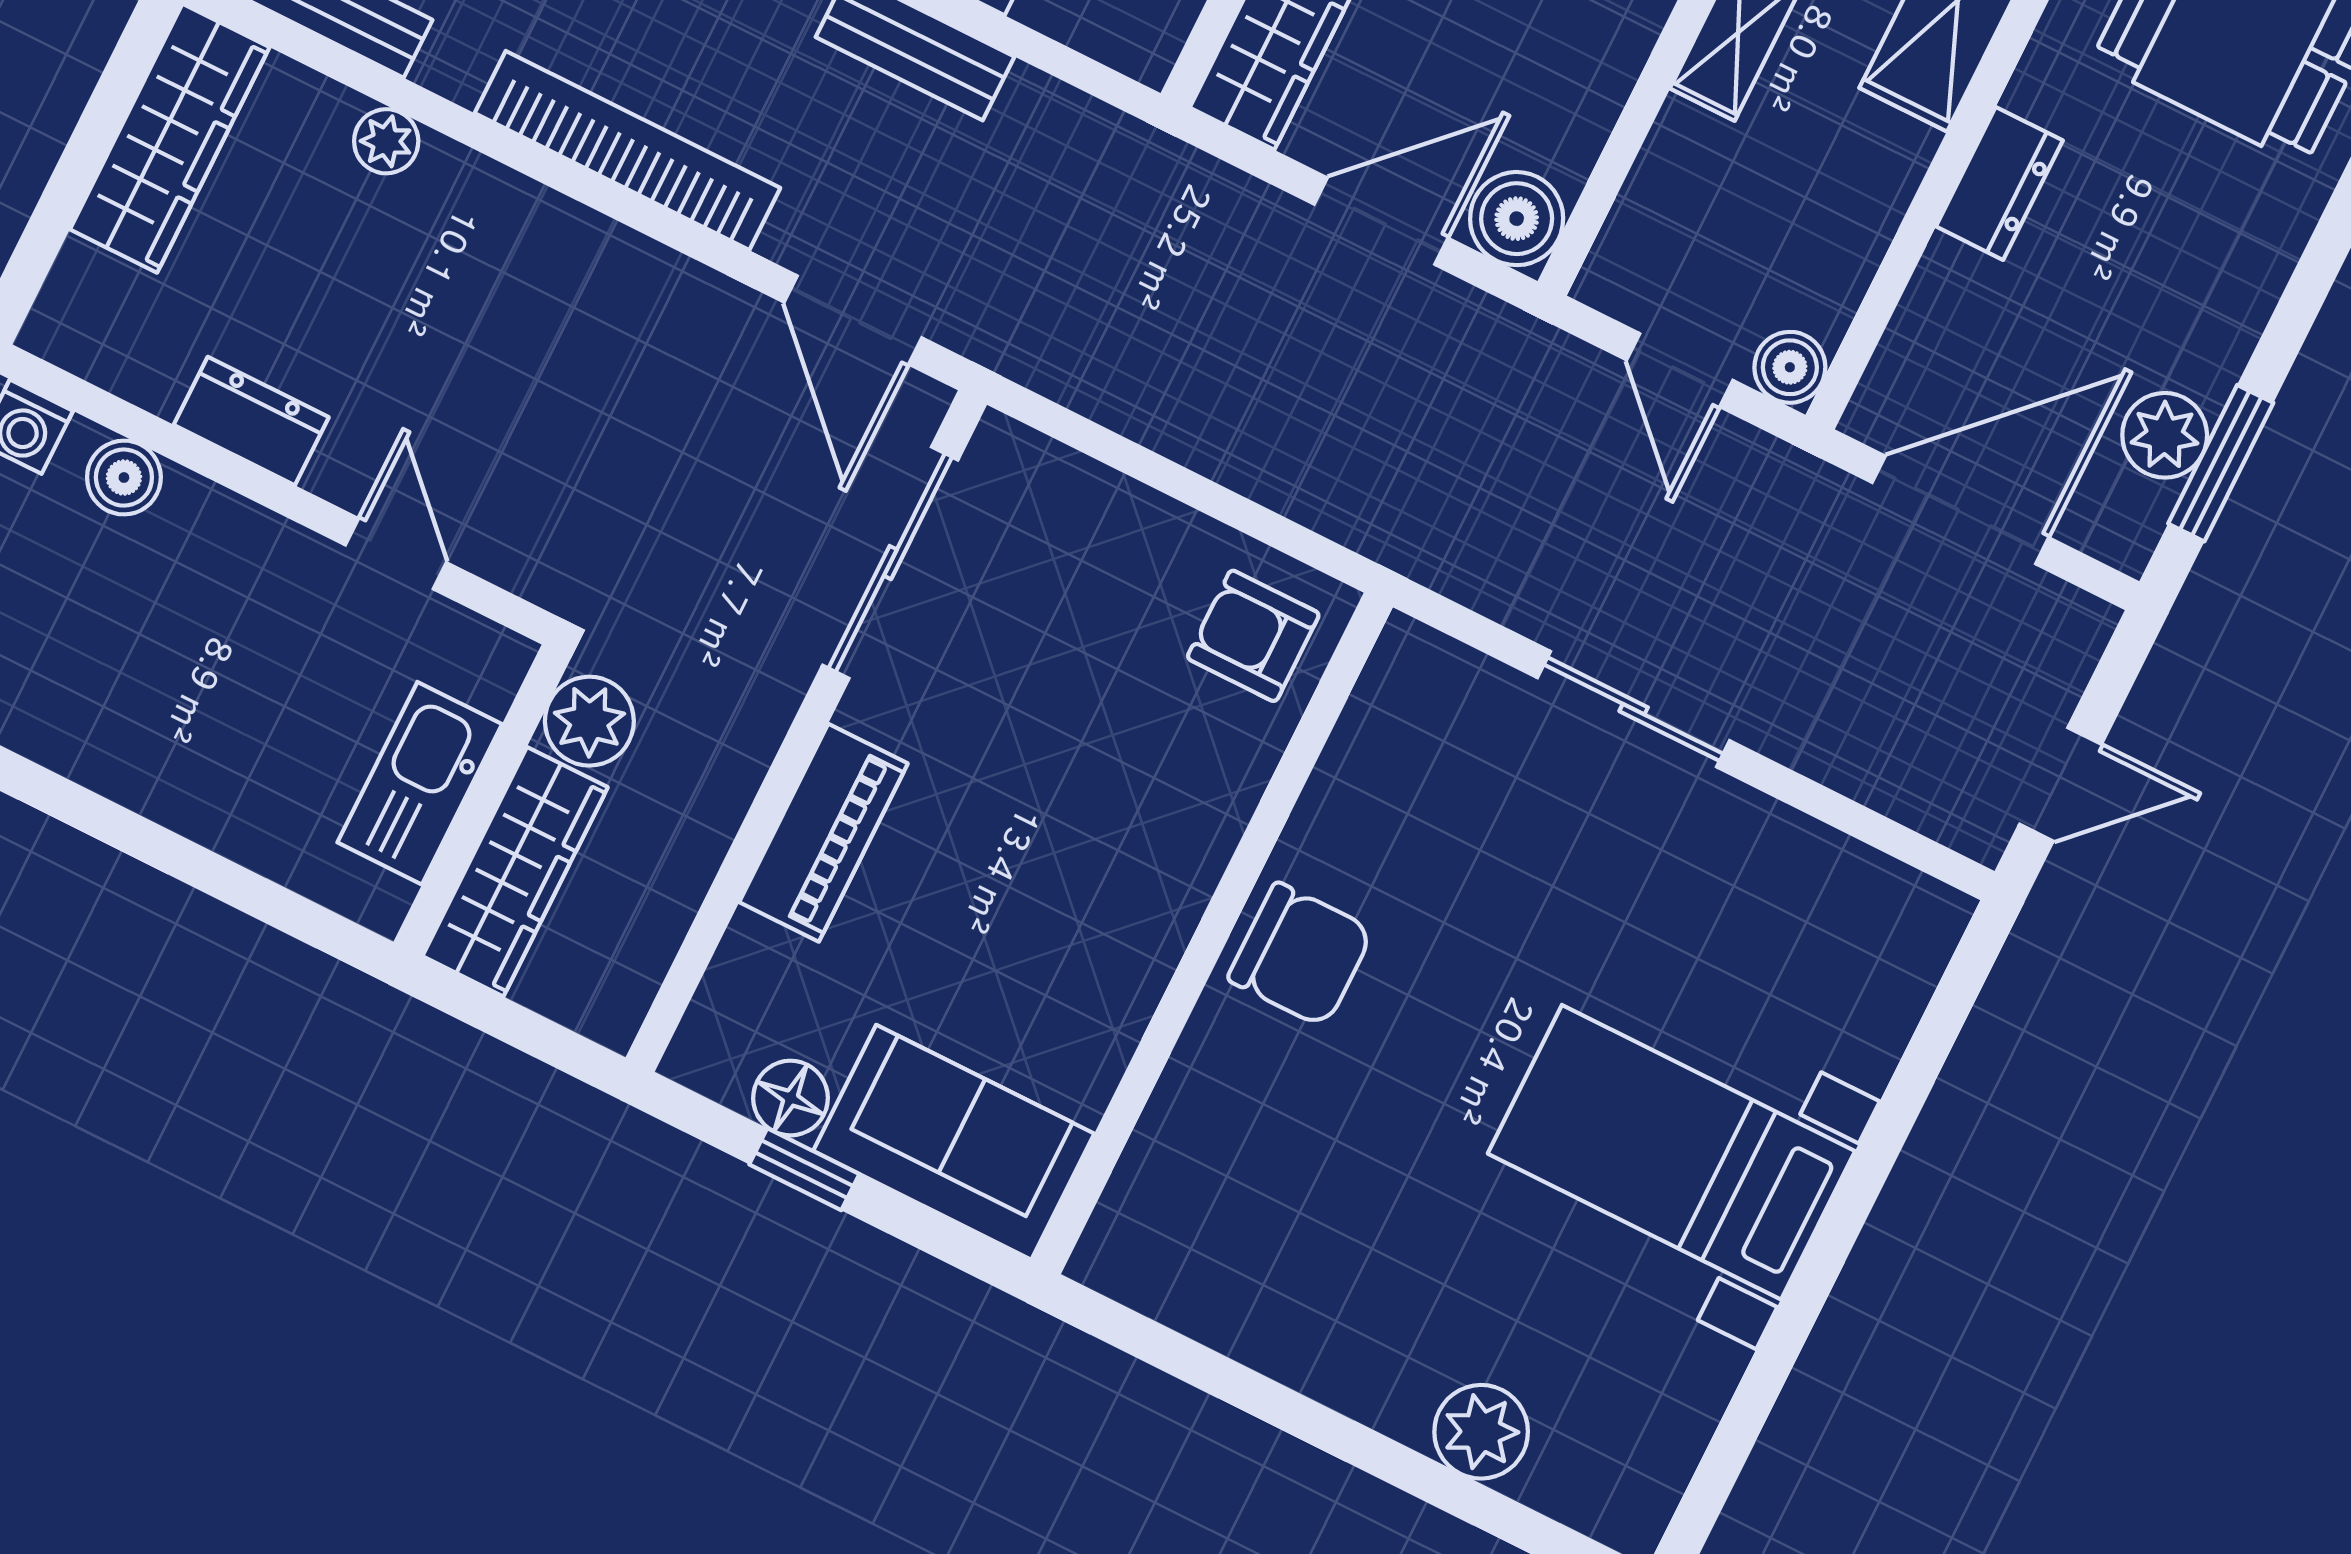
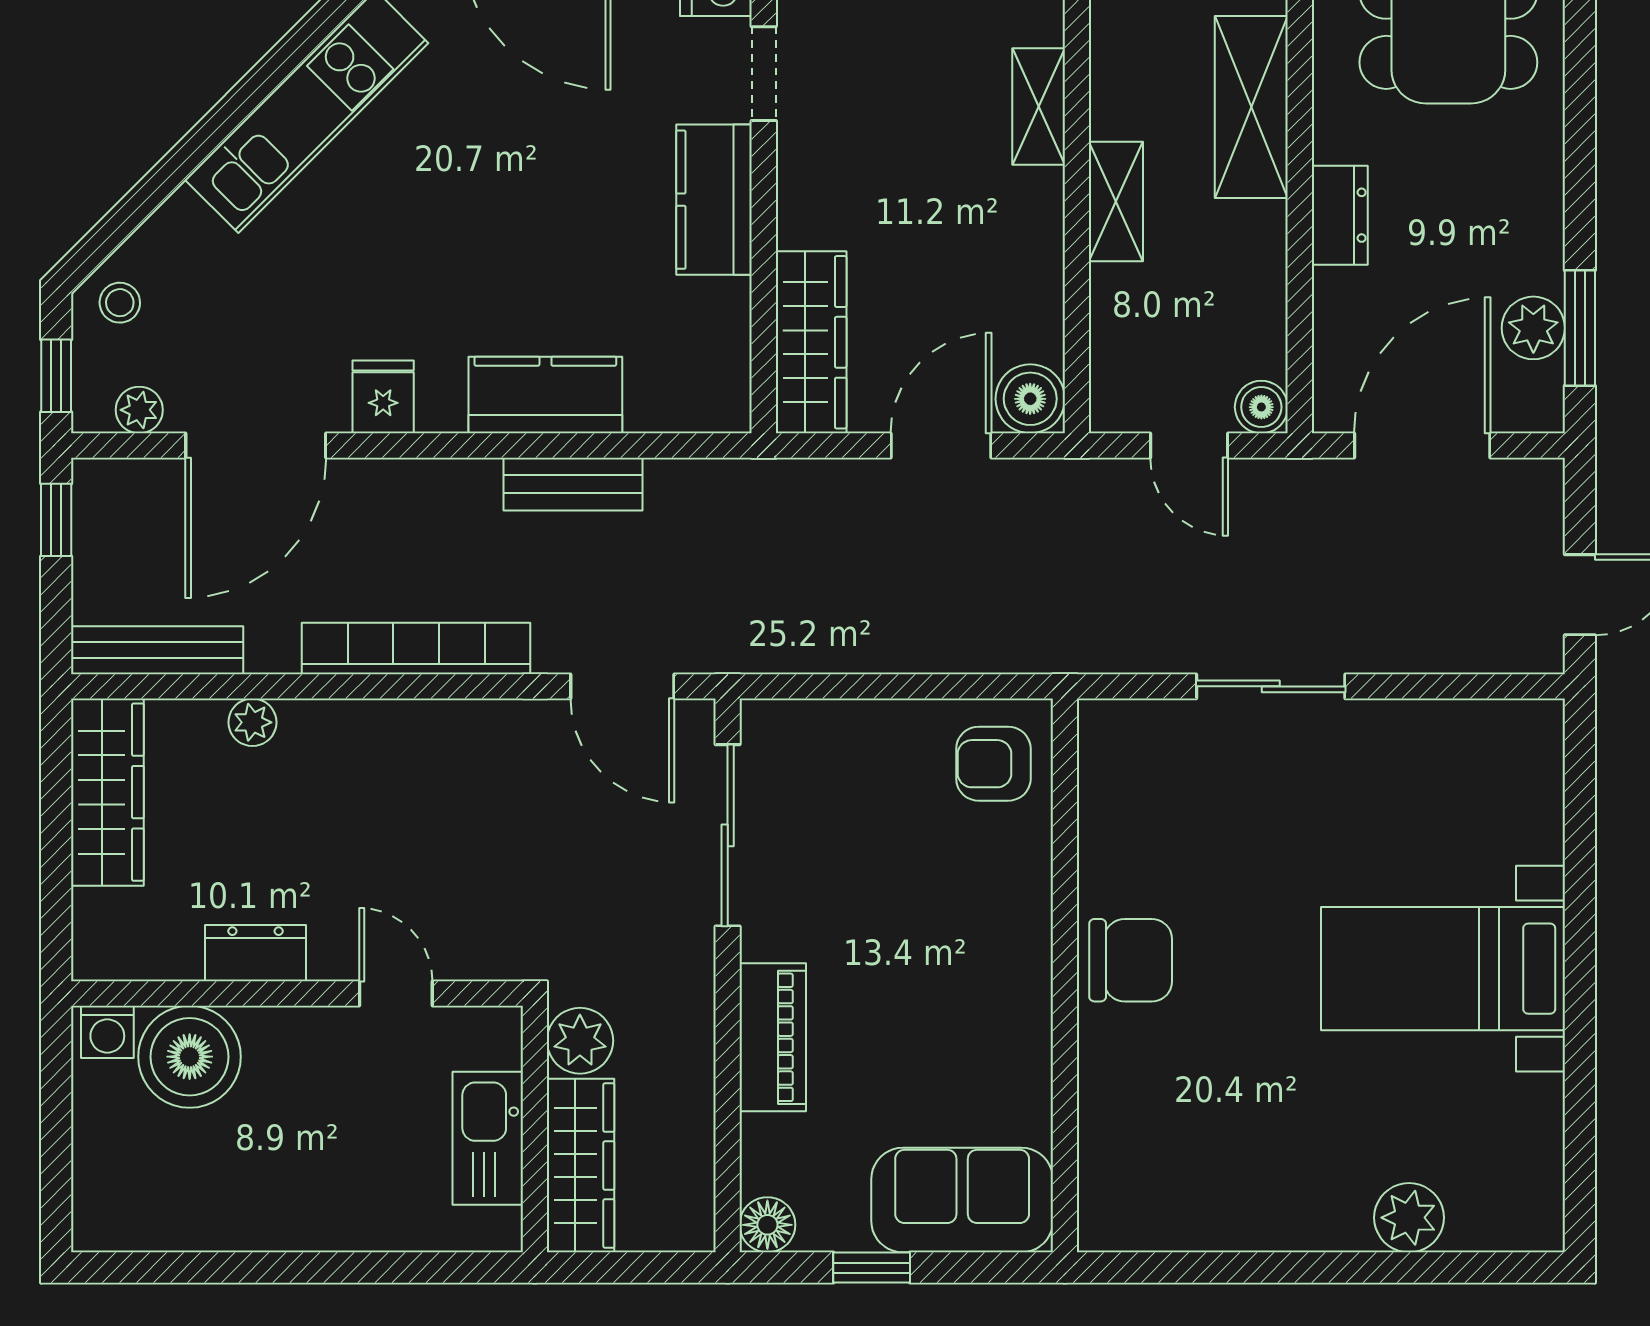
boiler: (124, 478) -> (190, 1057), width x1.86, depth x1.86
floor lamp: (791, 1098) -> (767, 1225), moved

